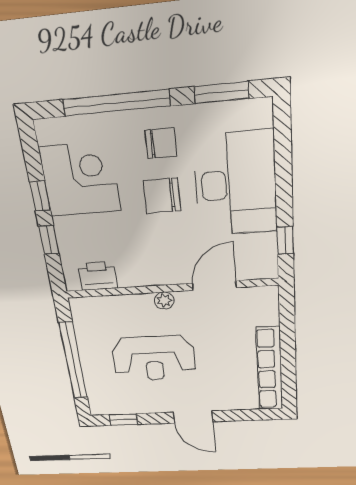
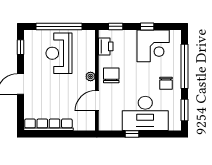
chair: (162, 196) -> (111, 75), moved
window: (49, 240) -> (116, 26), moved
window: (285, 240) -> (132, 134), moved
door: (214, 286) -> (97, 101), swing flipped
reception desk: (154, 358) -> (59, 53), moved

